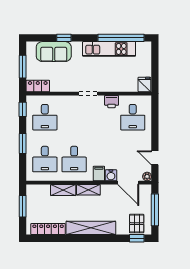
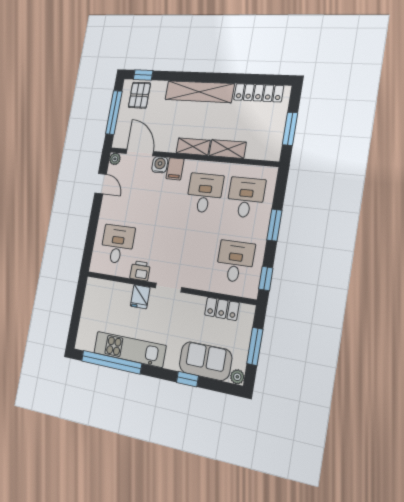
plant: (31, 46) -> (237, 377), added
fridge: (144, 84) -> (140, 297), moved
locker: (38, 86) -> (222, 309), moved

